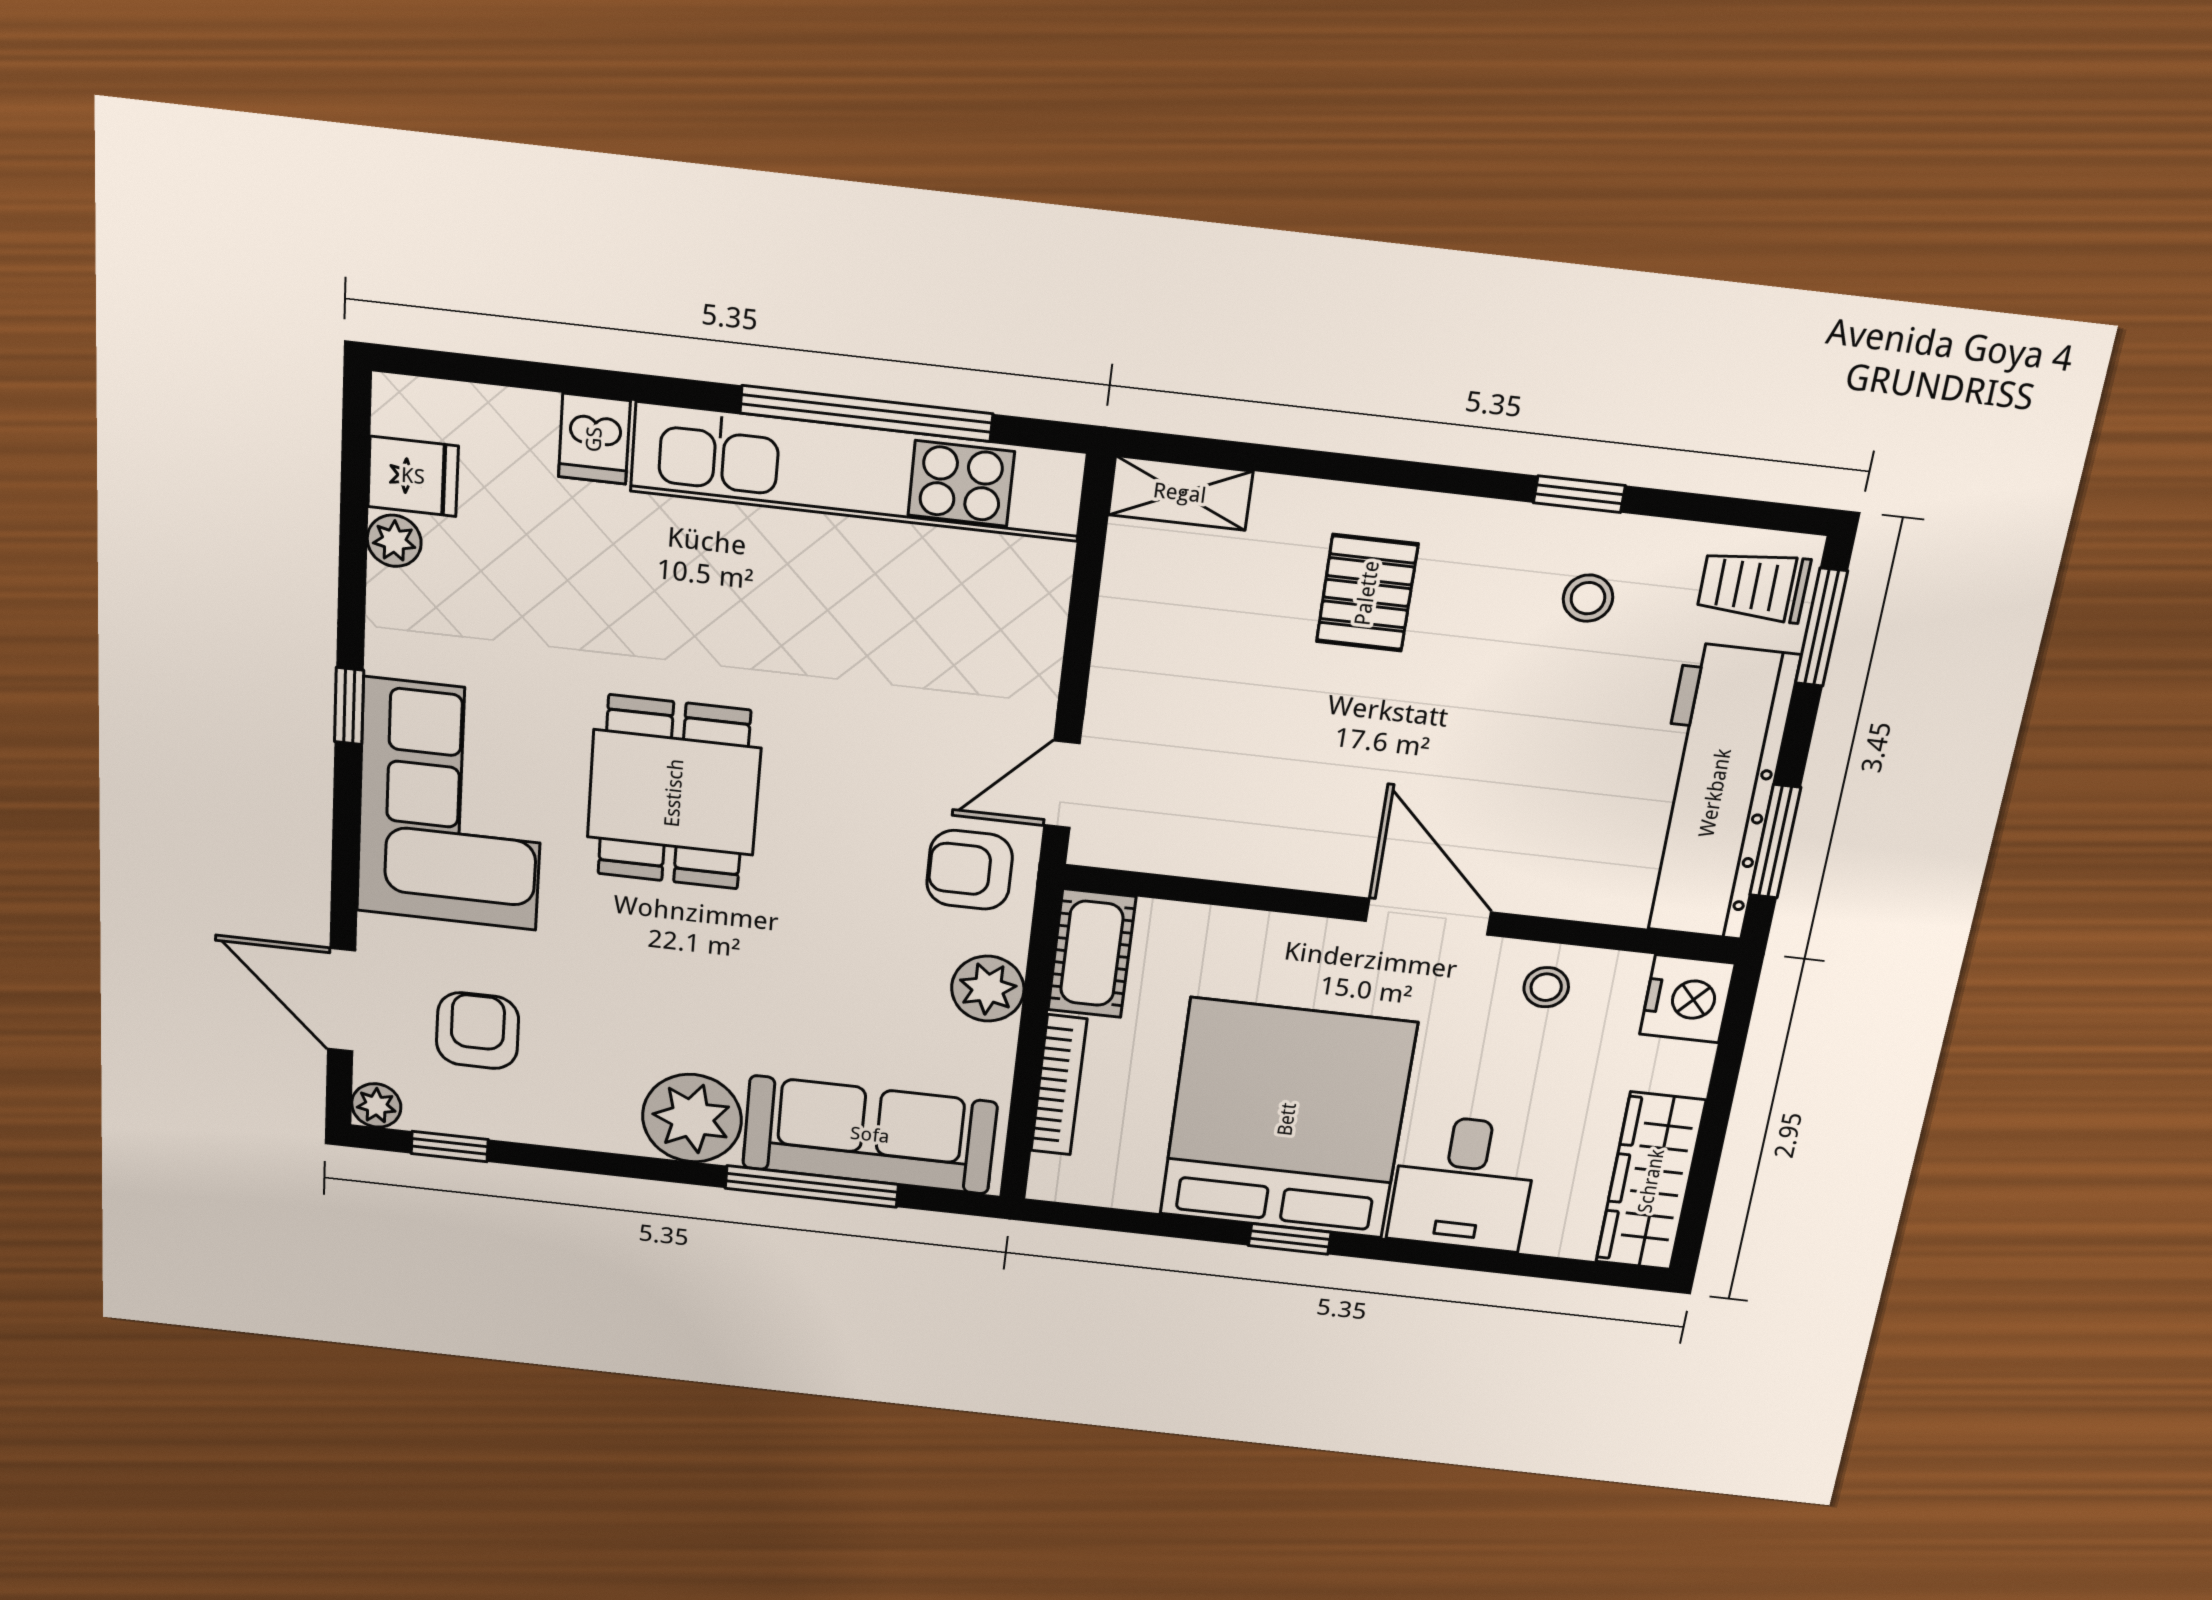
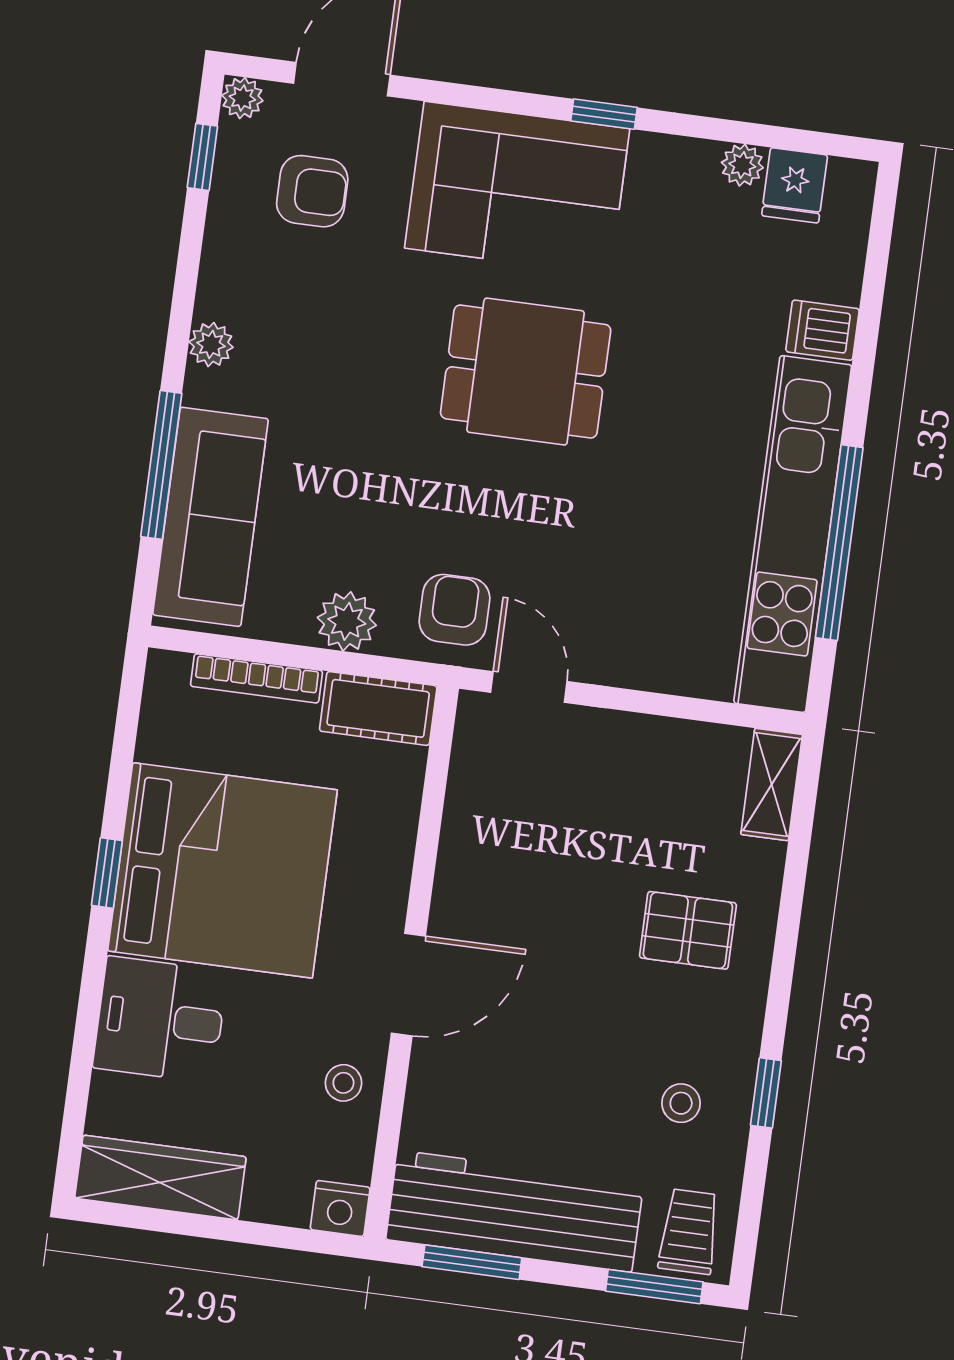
nightstand: (1687, 999) -> (340, 1208), width x0.74, depth x0.75
plant: (692, 1118) -> (211, 345), width x0.53, depth x0.53

